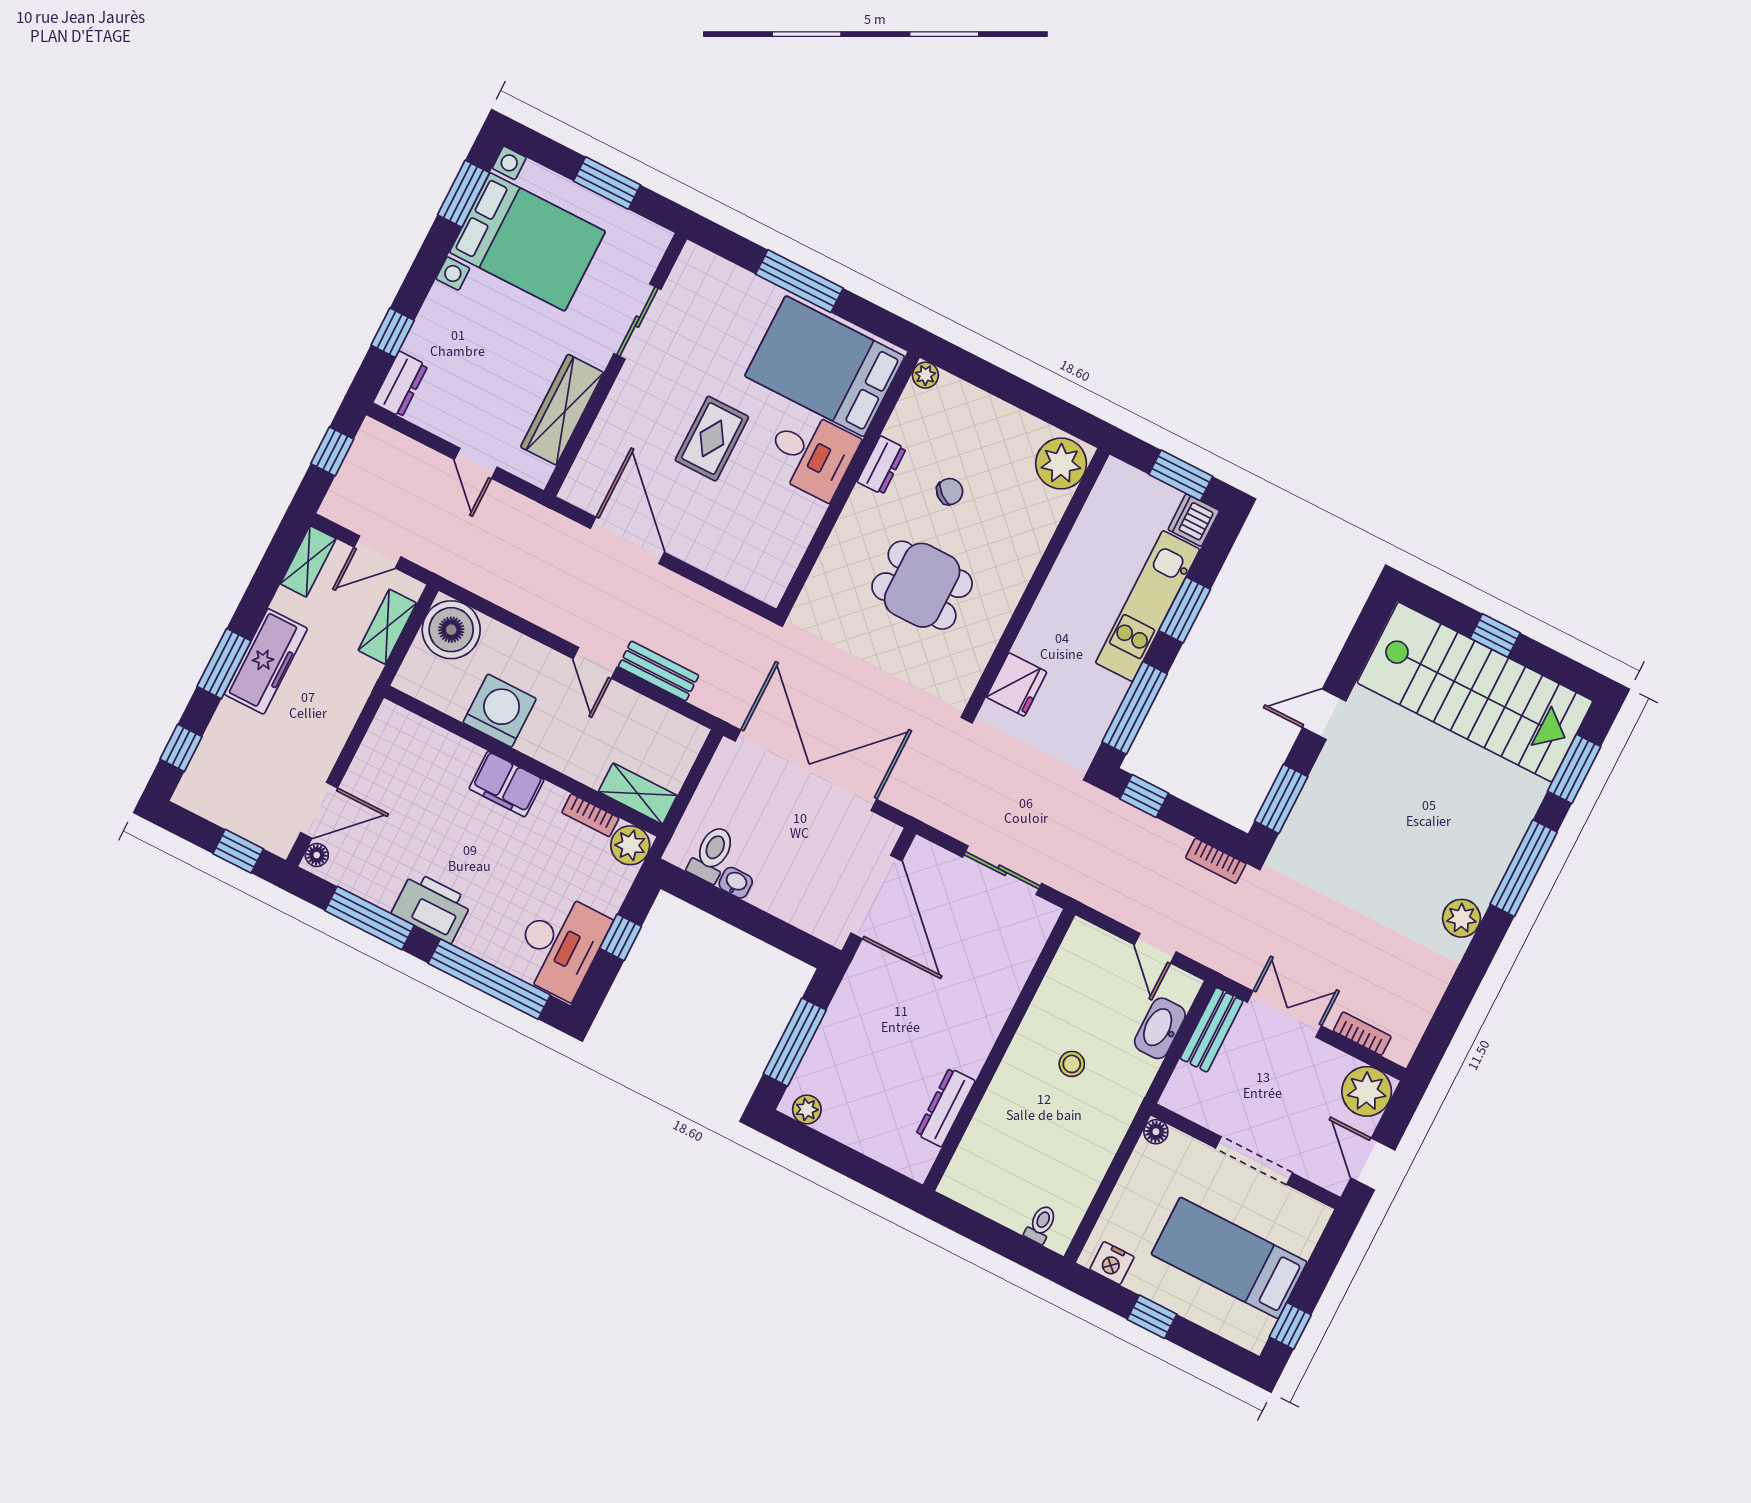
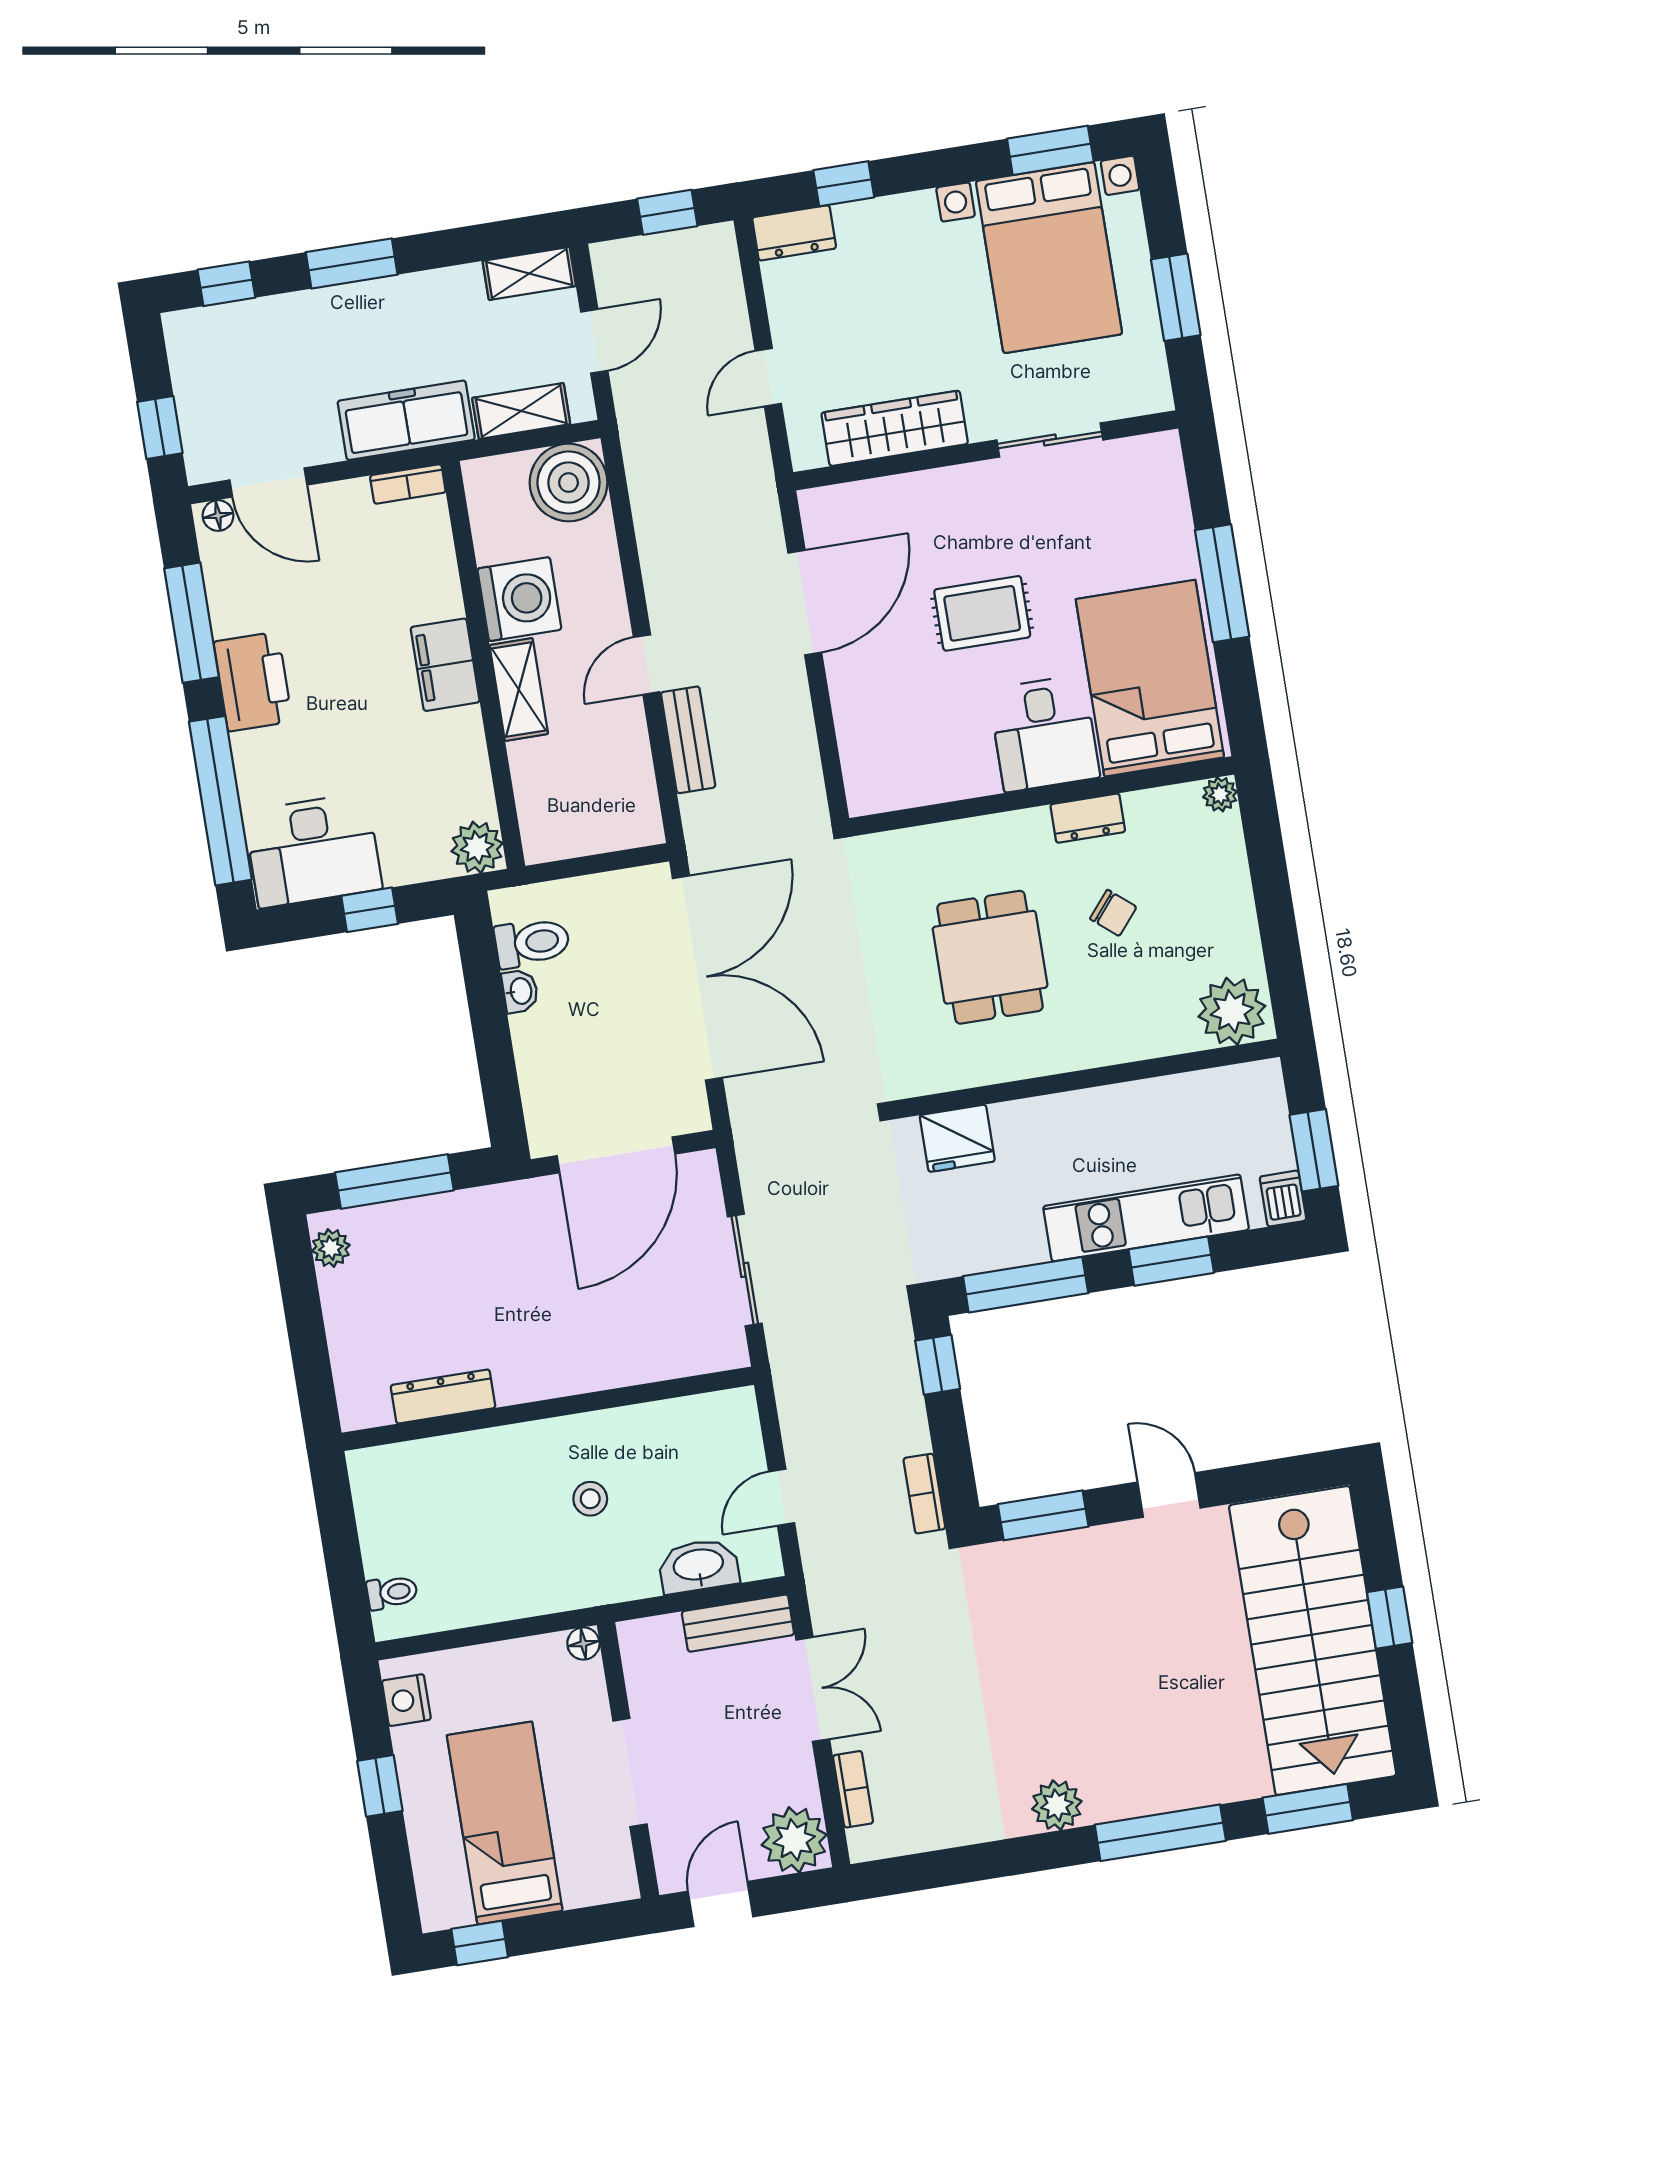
dishwasher: (1194, 520) -> (1283, 1199), width x0.73
door: (378, 552) -> (594, 341), swing flipped
freezer: (266, 661) -> (406, 420), moved, turned 180
shelving: (638, 794) -> (519, 689), moved
bookcase: (590, 815) -> (408, 484), moved, turned -90

